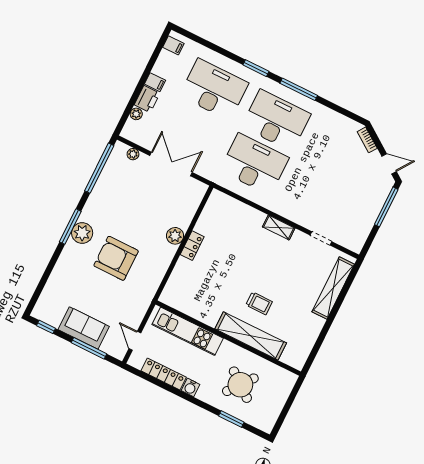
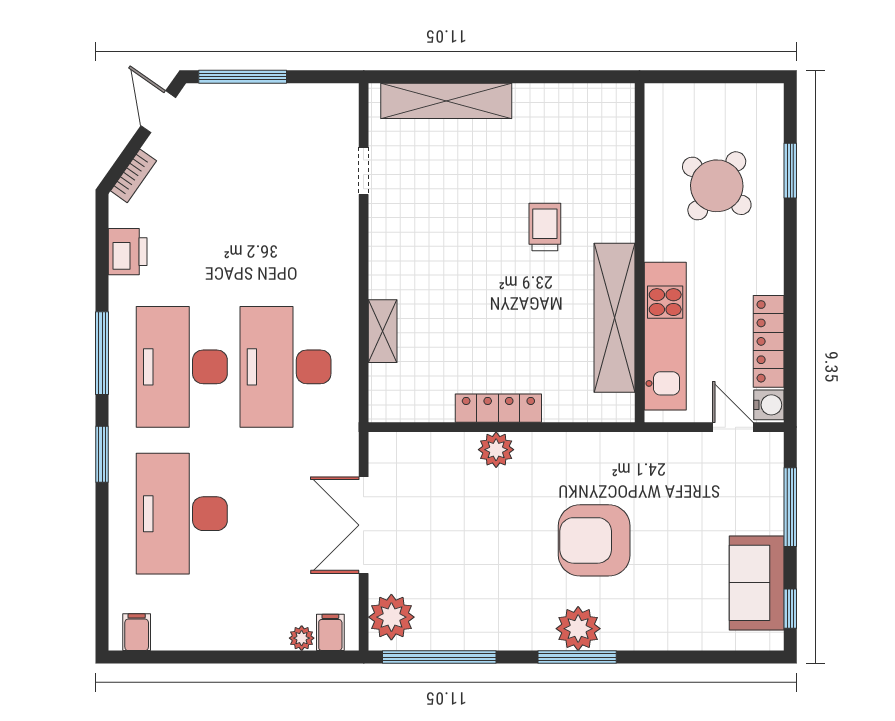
filing cabinet: (155, 82) -> (330, 632), moved
printer: (147, 99) -> (128, 252), moved, turned 90
plant: (133, 154) -> (391, 617), width x1.88, depth x1.88
shelving: (279, 227) -> (383, 331), moved
locker: (192, 246) -> (498, 408), width x1.53
armchair: (116, 258) -> (594, 540), turned 90
sofa: (84, 328) -> (757, 583), moved
shelving: (251, 336) -> (614, 318), moved
door: (135, 341) -> (733, 427), swing flipped
water cooler: (190, 387) -> (769, 405), moved

